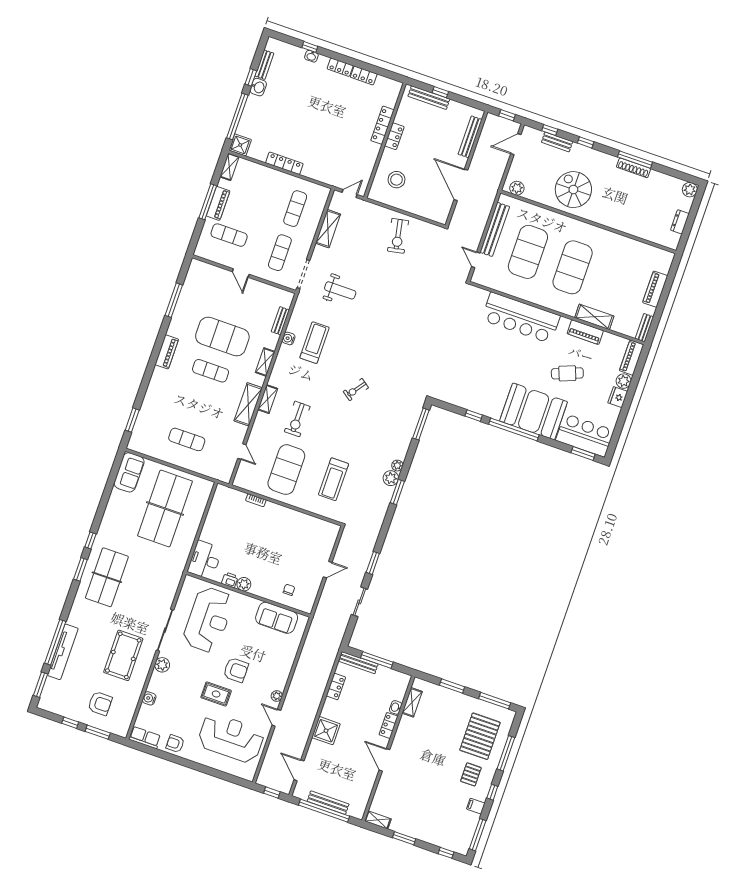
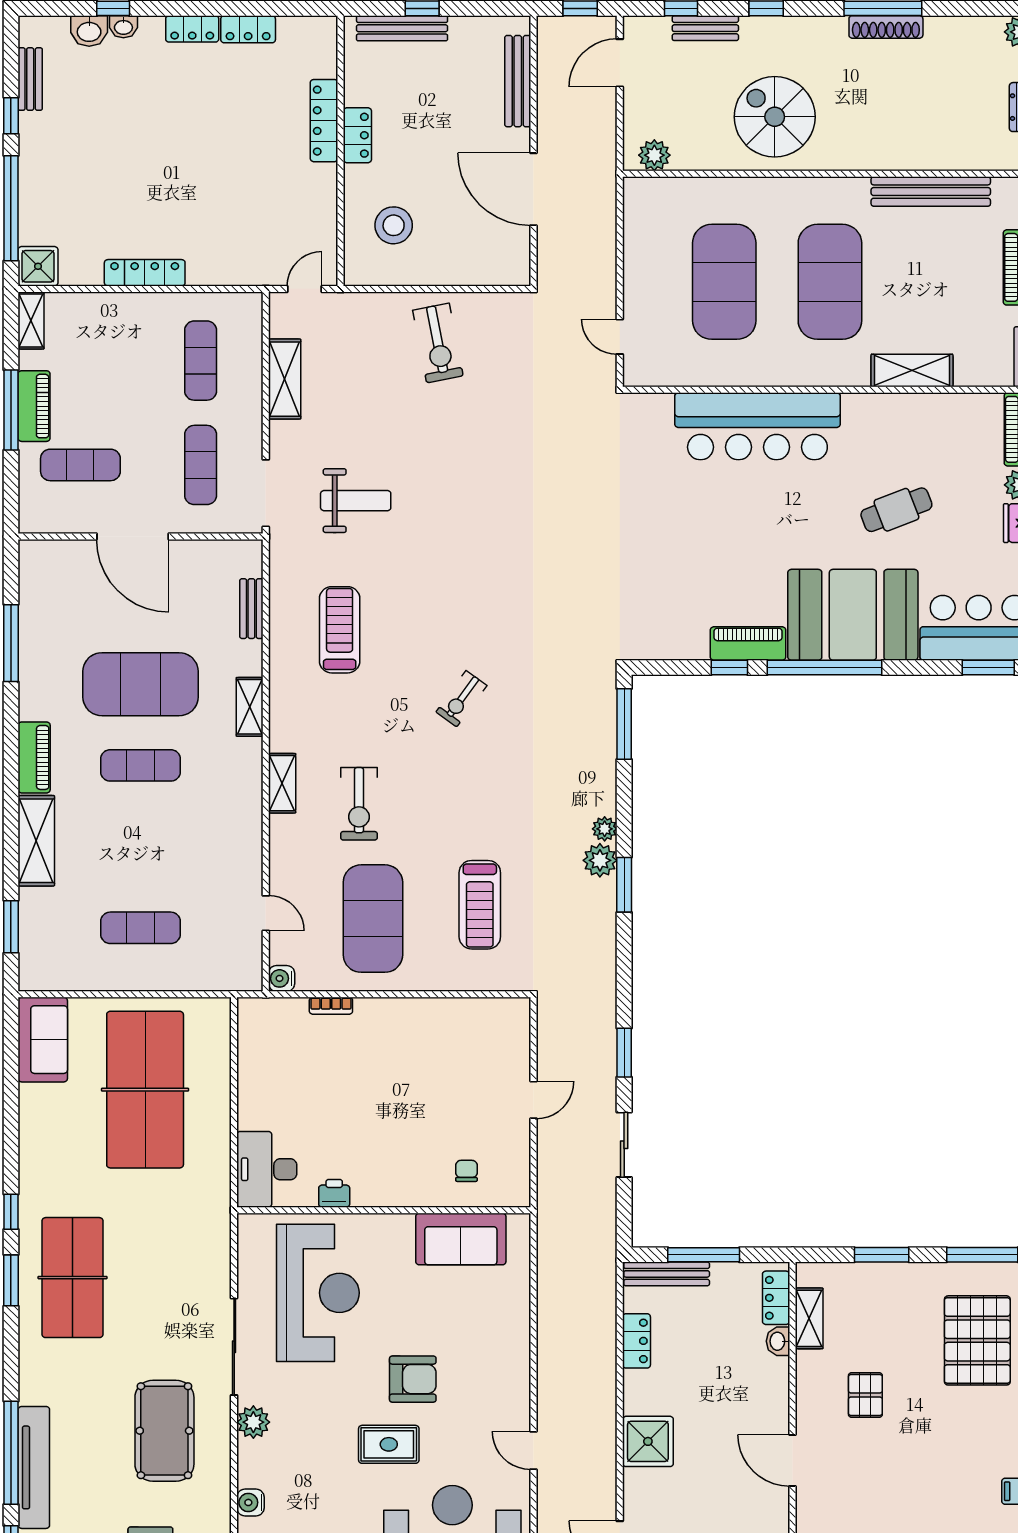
washbasin: (258, 87) -> (89, 31), moved, turned 90
bench: (495, 229) -> (931, 192), moved, turned 90
door: (241, 273) -> (133, 537), width x1.88
piano: (585, 332) -> (748, 644), moved, turned 180
water cooler: (288, 338) -> (282, 978), moved
shelving: (248, 404) -> (36, 841), moved
plant: (244, 584) -> (367, 1192), removed
plant: (277, 696) -> (518, 1404), removed
locker: (388, 725) -> (776, 1298), moved
pallet: (471, 774) -> (865, 1395), moved

